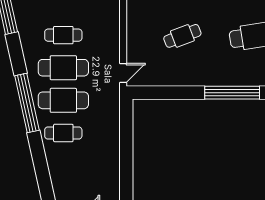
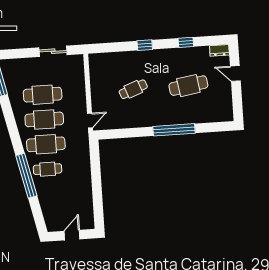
cafe table: (63, 35) -> (43, 95), width x1.37, depth x1.35
window: (27, 103) -> (26, 176), moved

